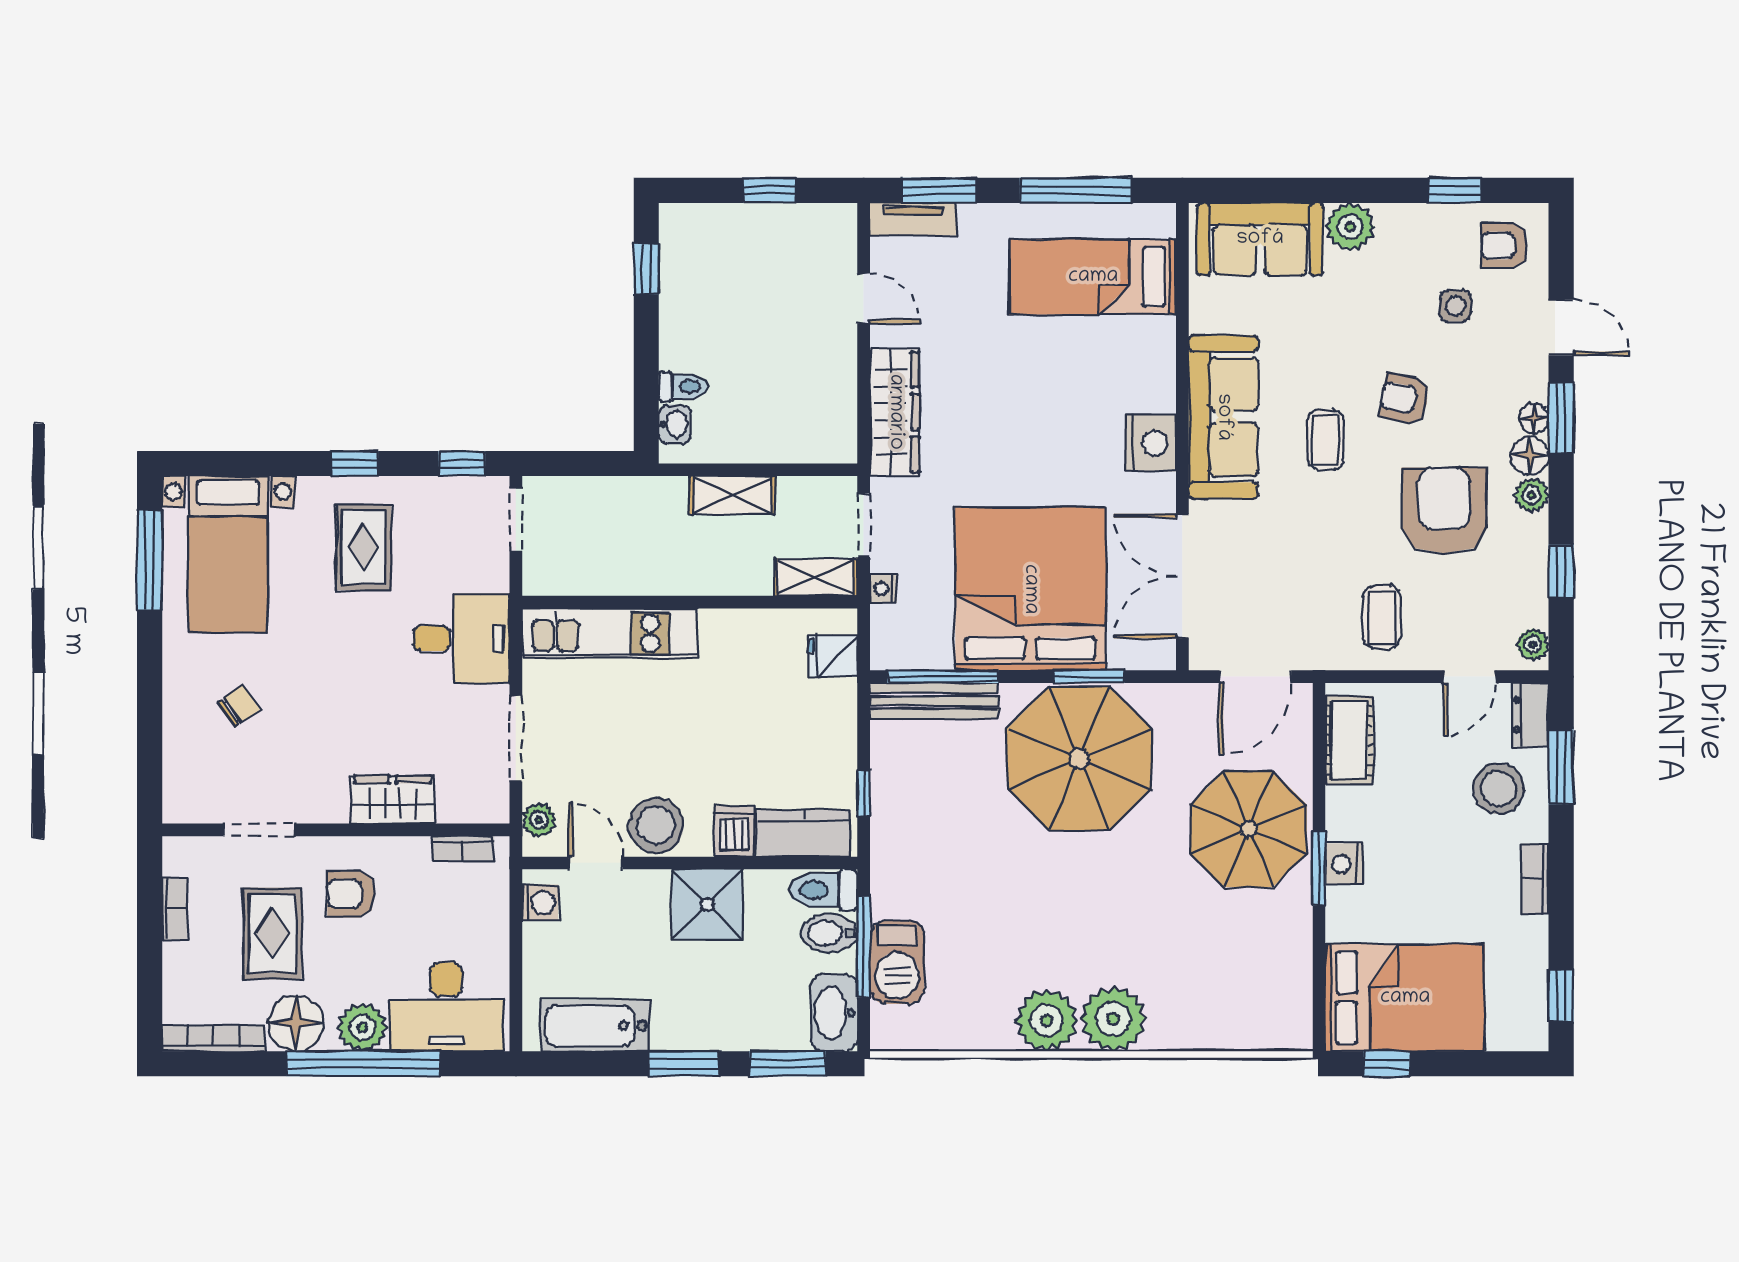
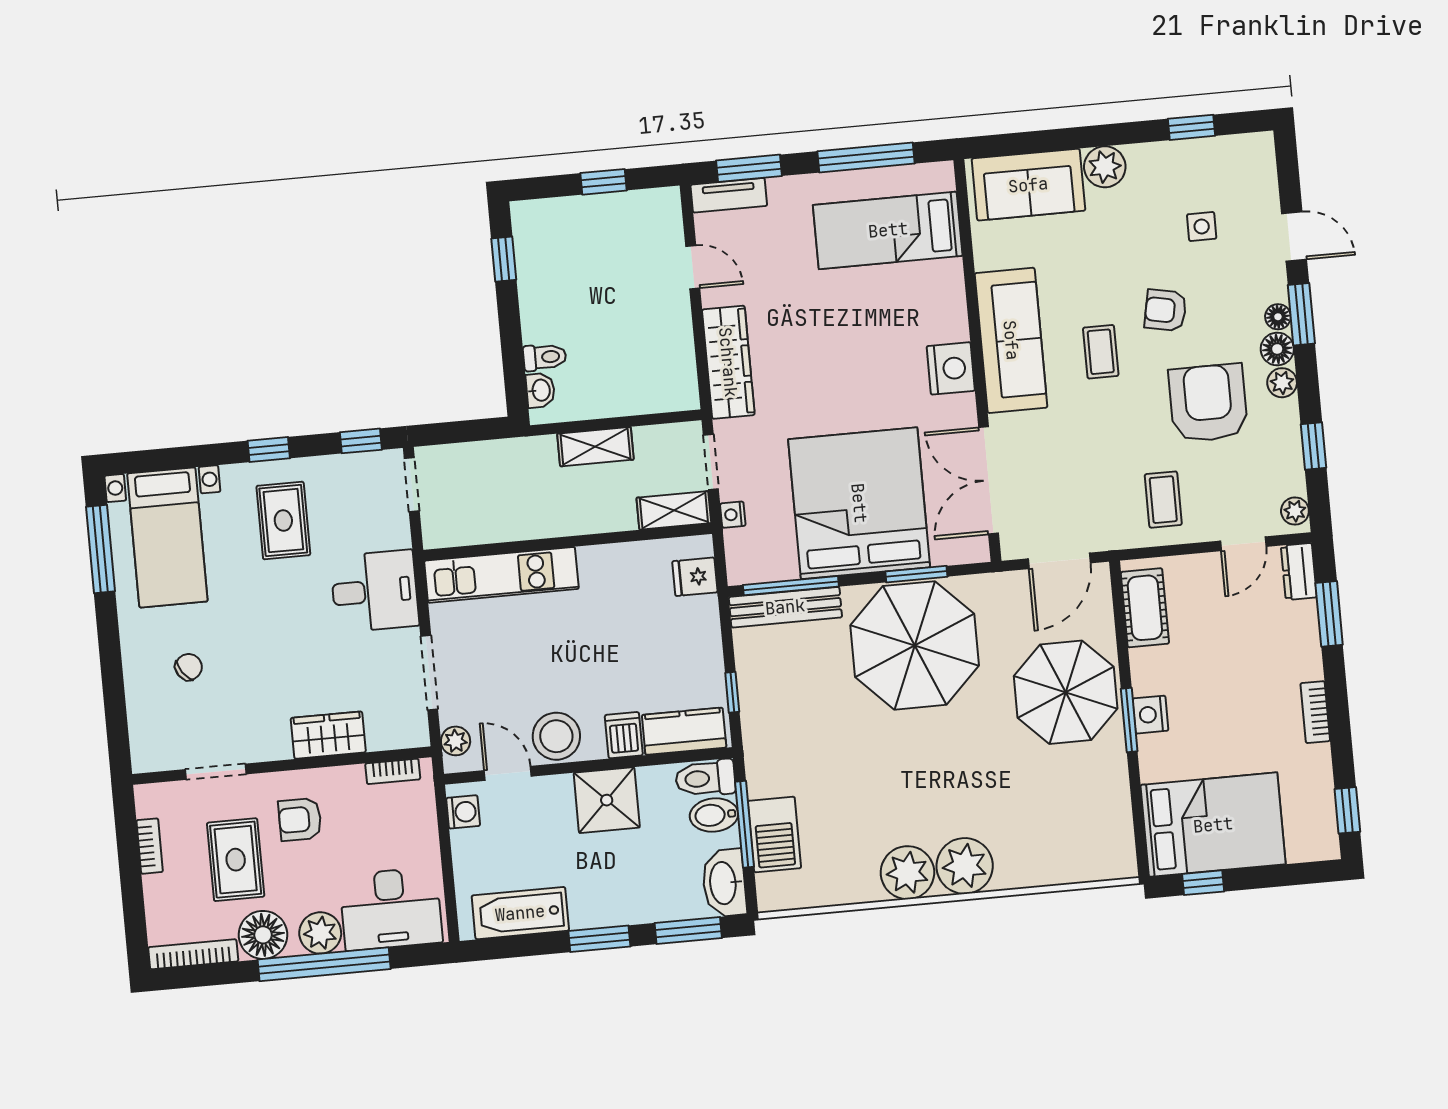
armchair: (1504, 246) -> (1239, 171), removed
stool: (1499, 789) -> (1277, 638), removed

